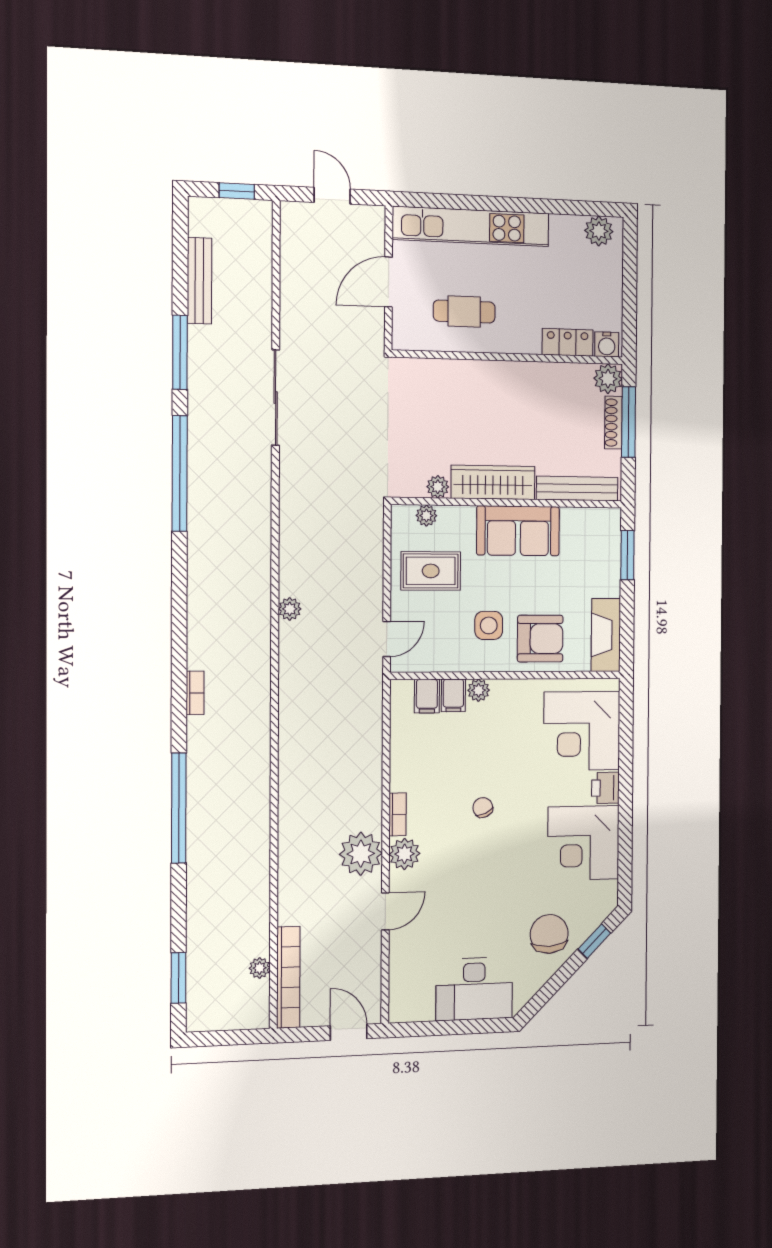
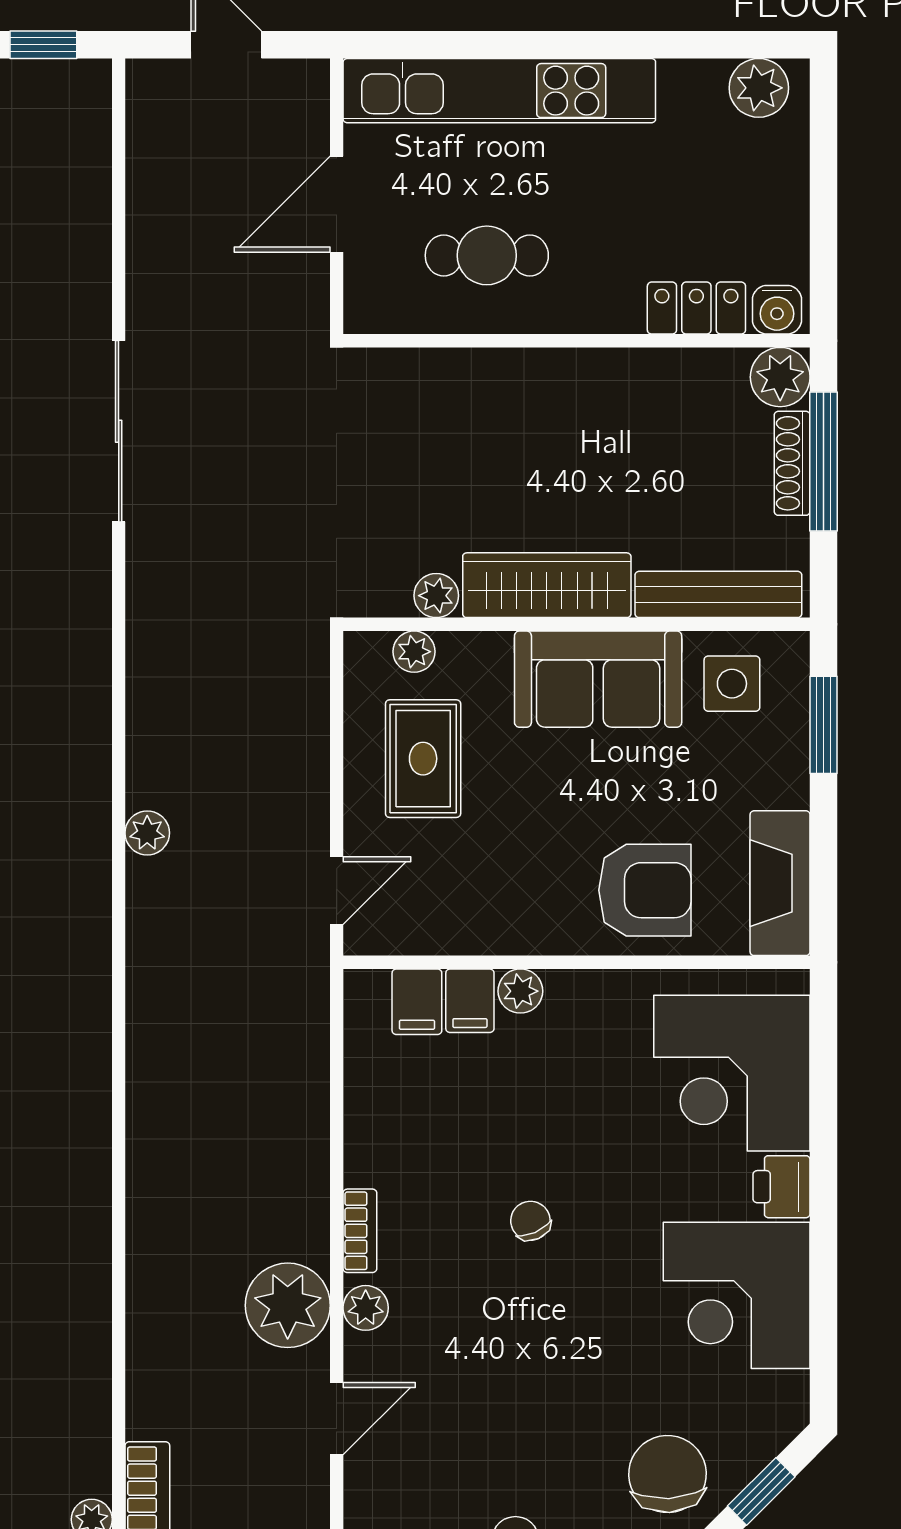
rug: (431, 571) -> (423, 759), turned 90
side table: (489, 625) -> (732, 684), moved
plant: (405, 854) -> (366, 1308), width x0.73, depth x0.73

